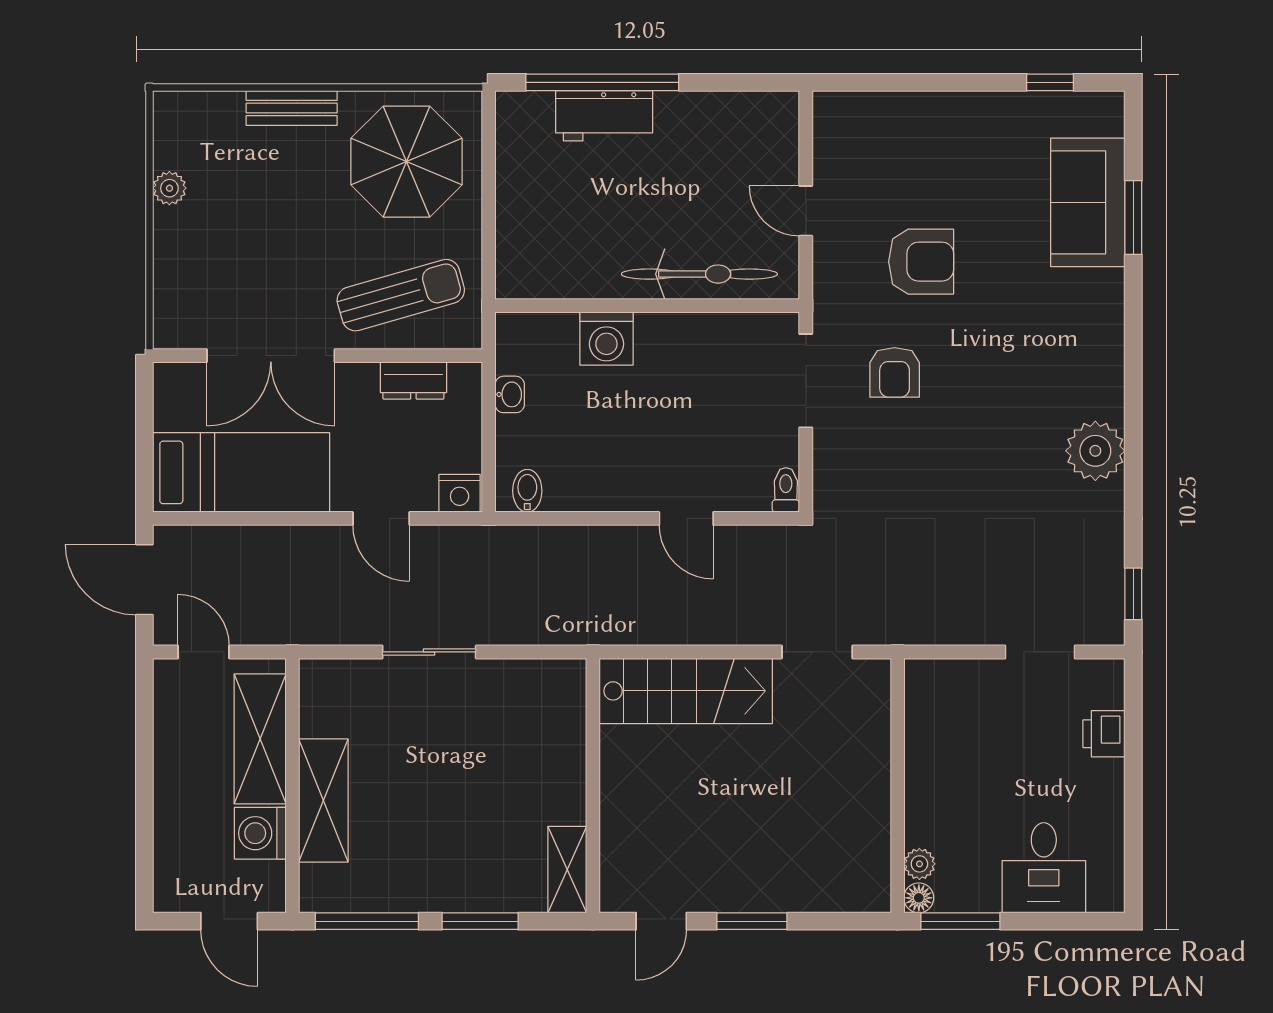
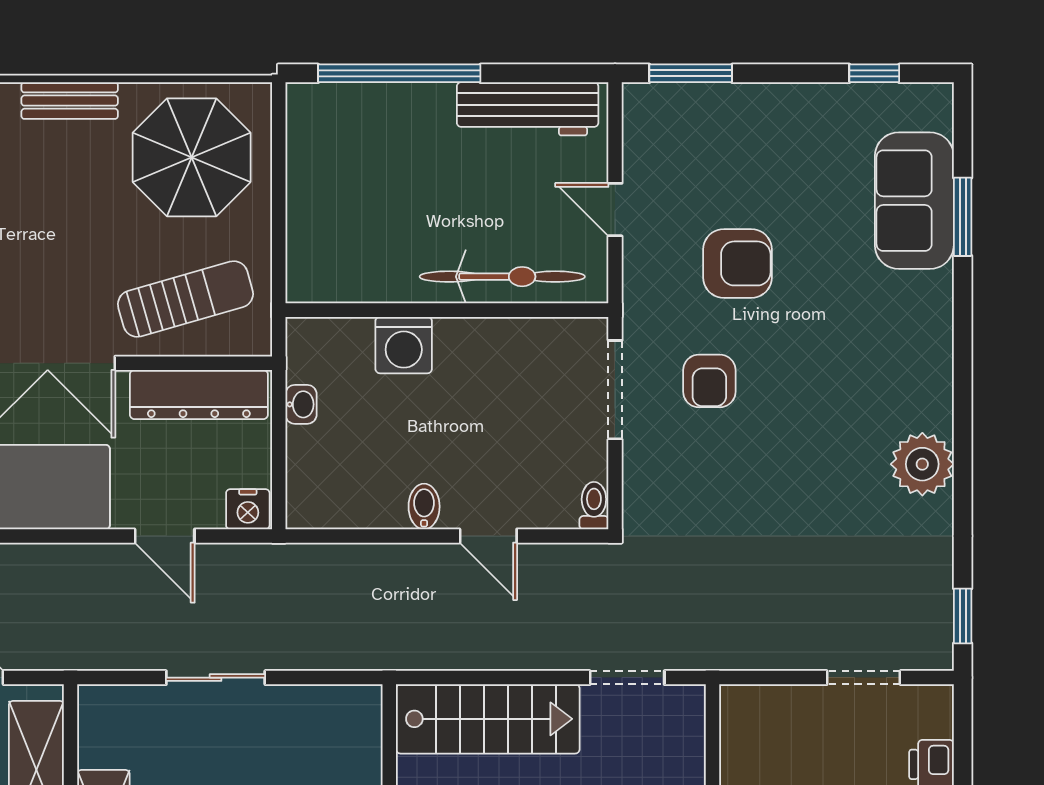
window: (877, 82) -> (691, 73), added
workbench: (604, 116) -> (528, 109), moved, width x1.38
dresser: (413, 381) -> (199, 394), width x1.96, depth x1.24
bidet: (527, 491) -> (424, 506), moved

